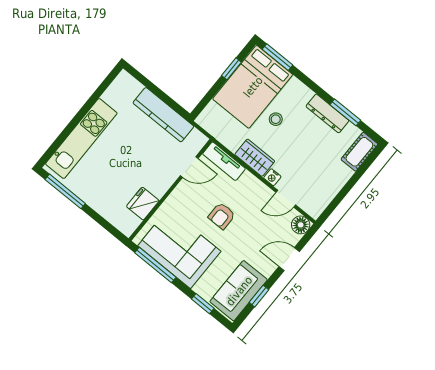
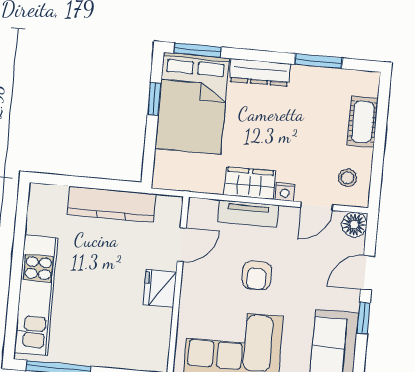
dresser: (327, 113) -> (260, 72), moved
stool: (276, 119) -> (348, 178), moved
cot: (359, 152) -> (363, 122), moved
tv unit: (224, 161) -> (248, 214), moved
fridge: (143, 204) -> (160, 288), moved
window: (259, 296) -> (363, 318), moved

